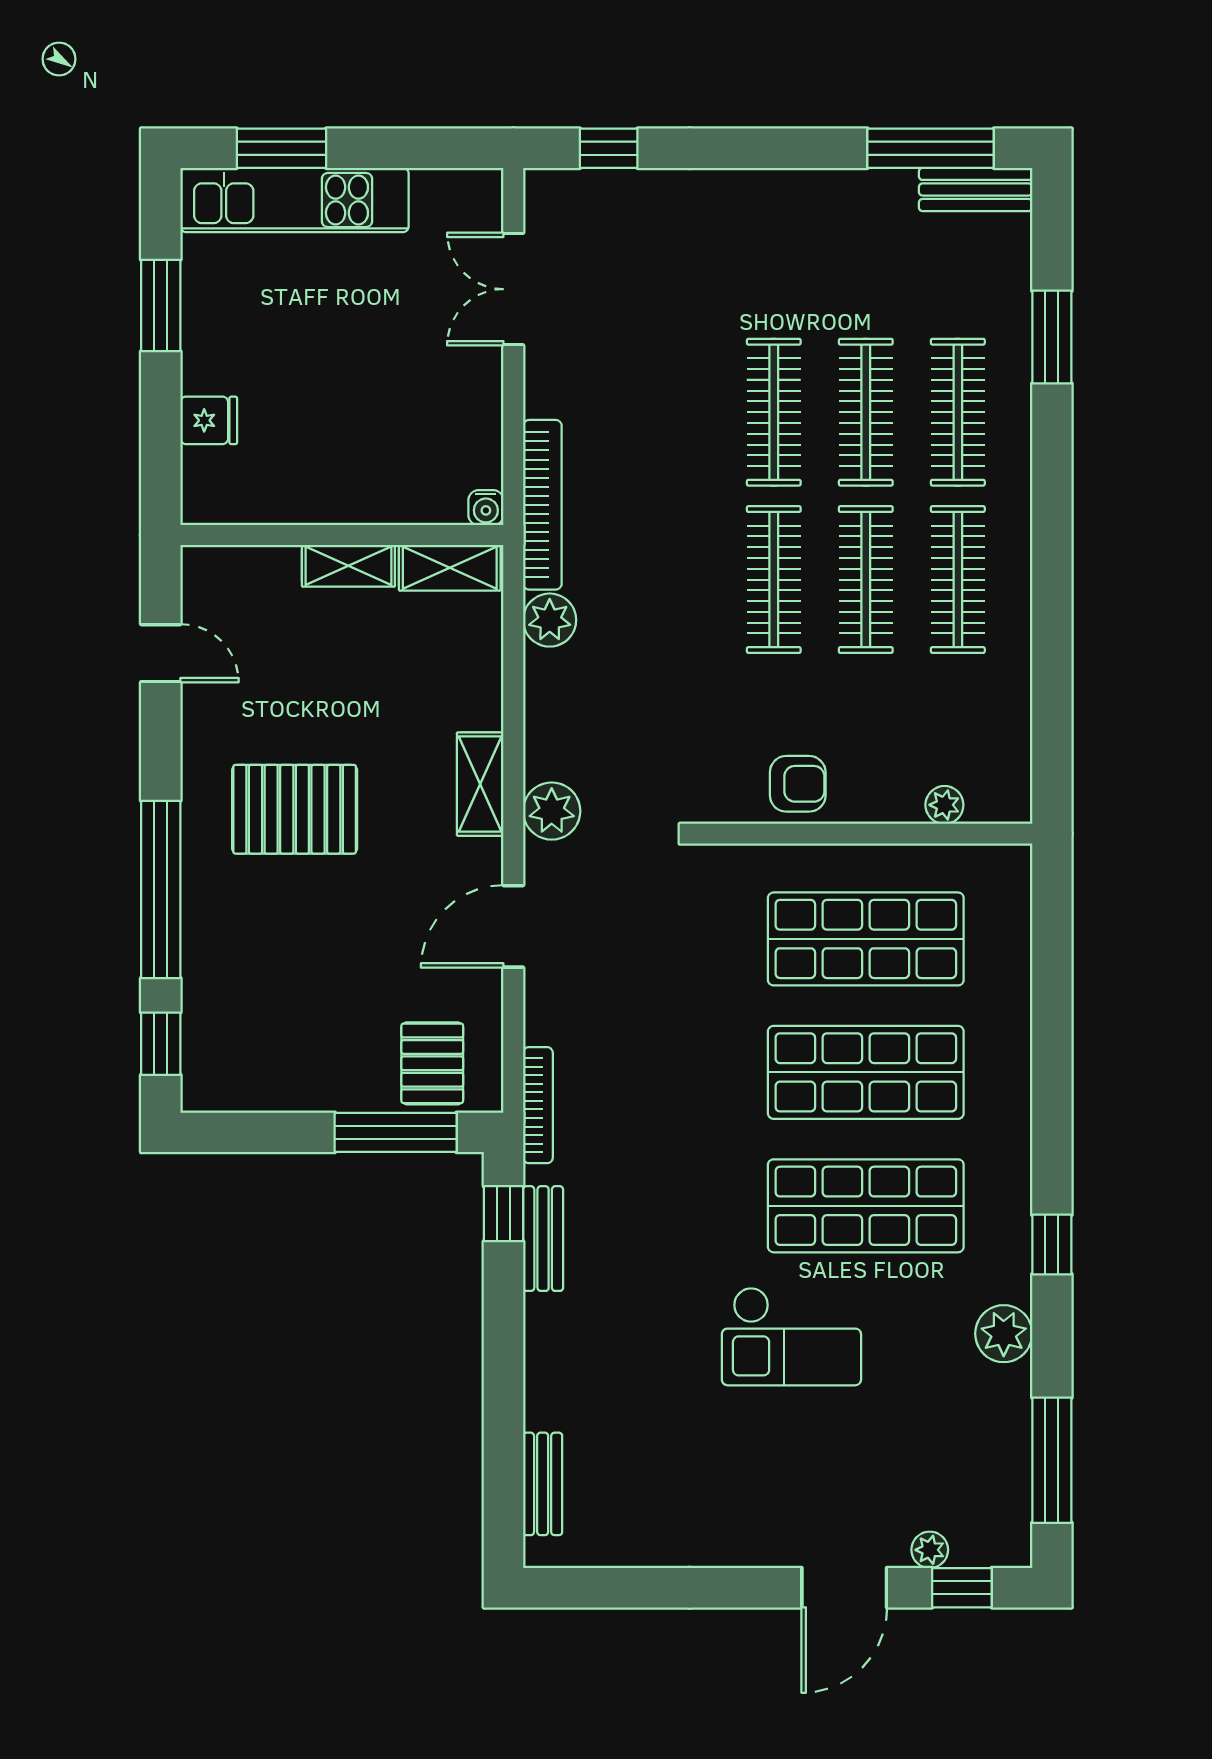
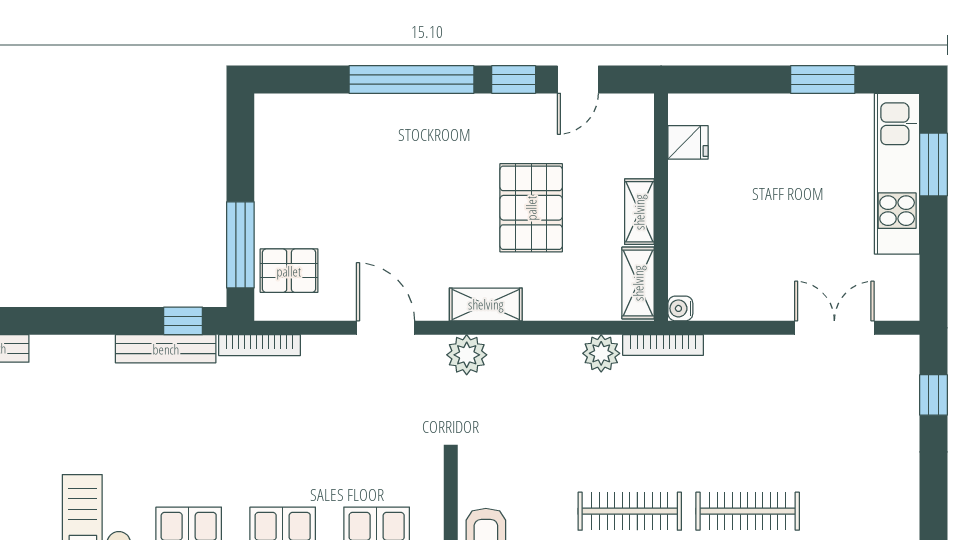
fridge: (209, 420) -> (688, 142), moved, turned -90
bookcase: (542, 505) -> (663, 345), width x0.68, depth x0.76
pallet: (295, 809) -> (531, 208), moved
window: (161, 1044) -> (514, 79), moved
bench: (543, 1239) -> (166, 349), width x1.36

